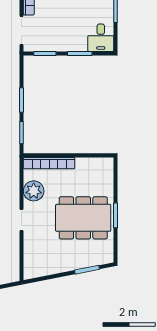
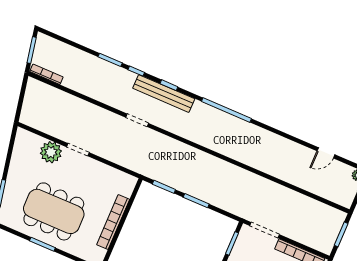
bookcase: (49, 163) -> (113, 222), moved
plant: (34, 191) -> (51, 152), moved
dining table: (83, 218) -> (54, 211), turned 90

